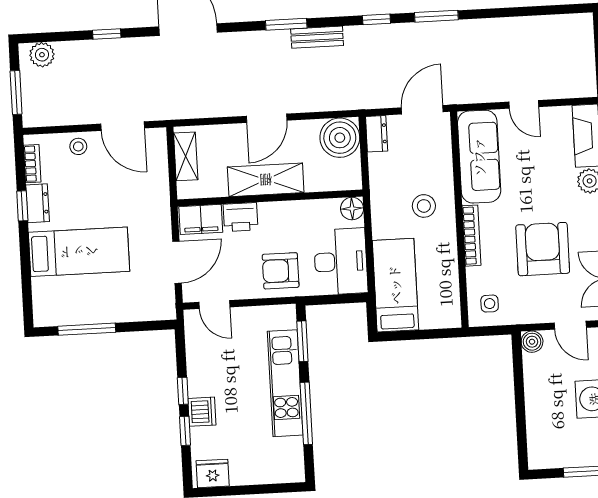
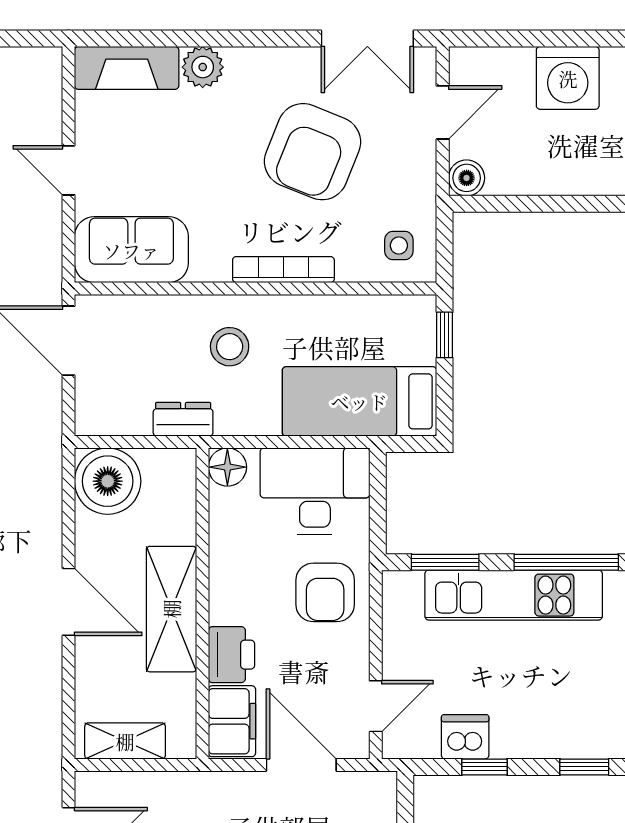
door: (524, 104) -> (69, 170), swing flipped
dresser: (377, 134) -> (183, 419), moved
sofa: (479, 157) -> (131, 250), width x0.73
armchair: (543, 249) -> (313, 152), turned -68
window: (438, 334) -> (445, 335), added
window: (183, 391) -> (485, 767), moved
dishwasher: (202, 412) -> (465, 737), moved

